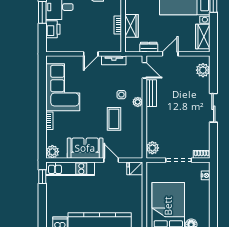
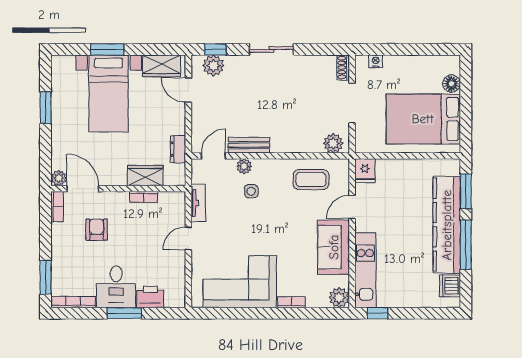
door: (91, 54) -> (188, 238), swing flipped
door: (170, 54) -> (188, 90), moved
window: (213, 71) -> (215, 49), added
plant: (138, 102) -> (244, 166), moved
coffee table: (114, 119) -> (311, 180), moved

